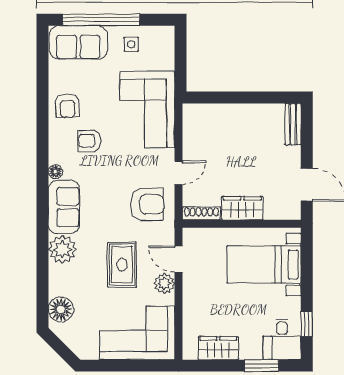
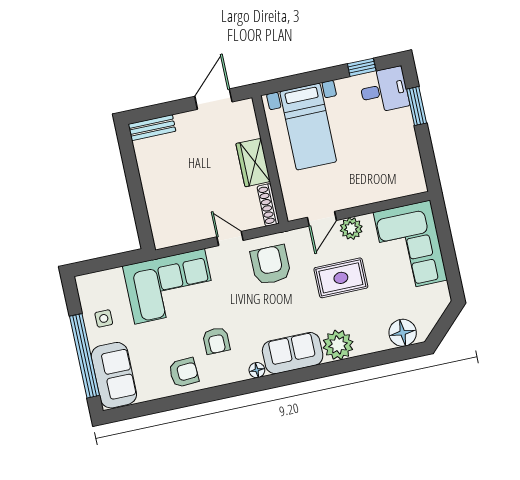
wardrobe: (218, 348) -> (408, 156), removed

